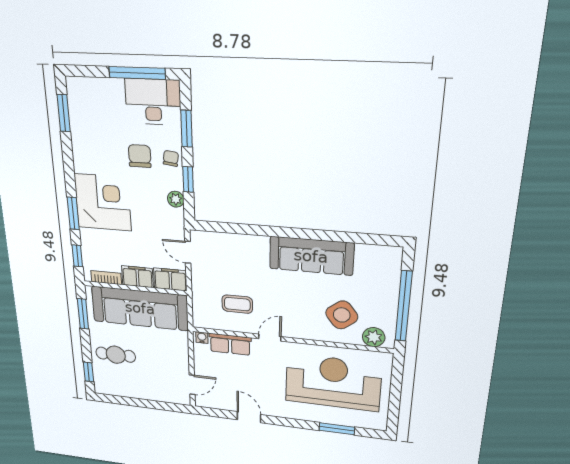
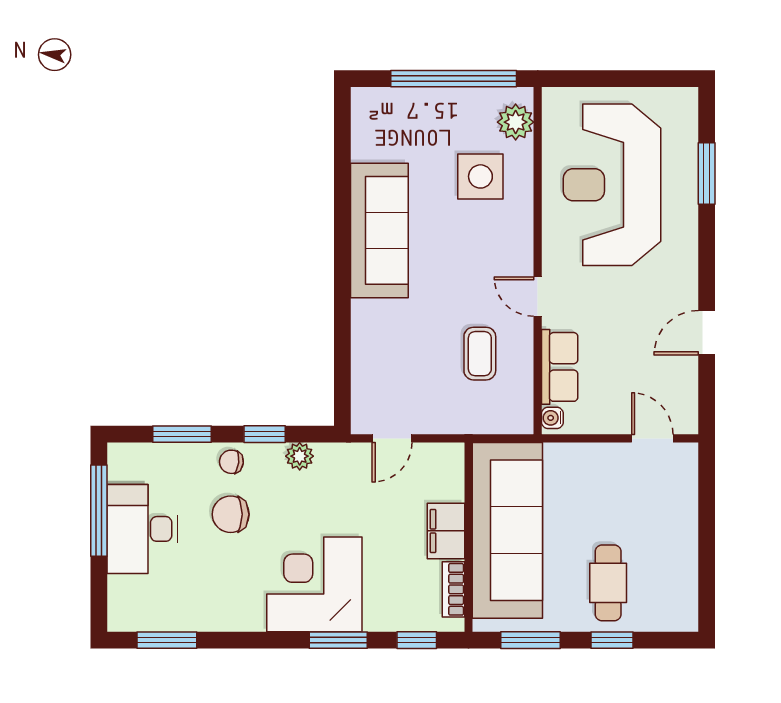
desk: (153, 102) -> (142, 529), moved
filing cabinet: (170, 279) -> (445, 471), removed
side table: (342, 315) -> (480, 176), turned 38
window: (89, 372) -> (612, 640), moved

